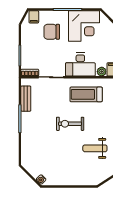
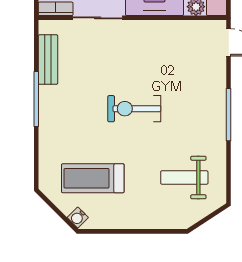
treadmill: (86, 94) -> (93, 178), moved
weight bench: (95, 148) -> (184, 178), moved

